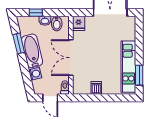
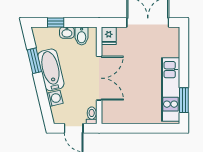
double door: (71, 58) -> (99, 78), swing flipped
dishwasher: (96, 88) -> (131, 116), removed

